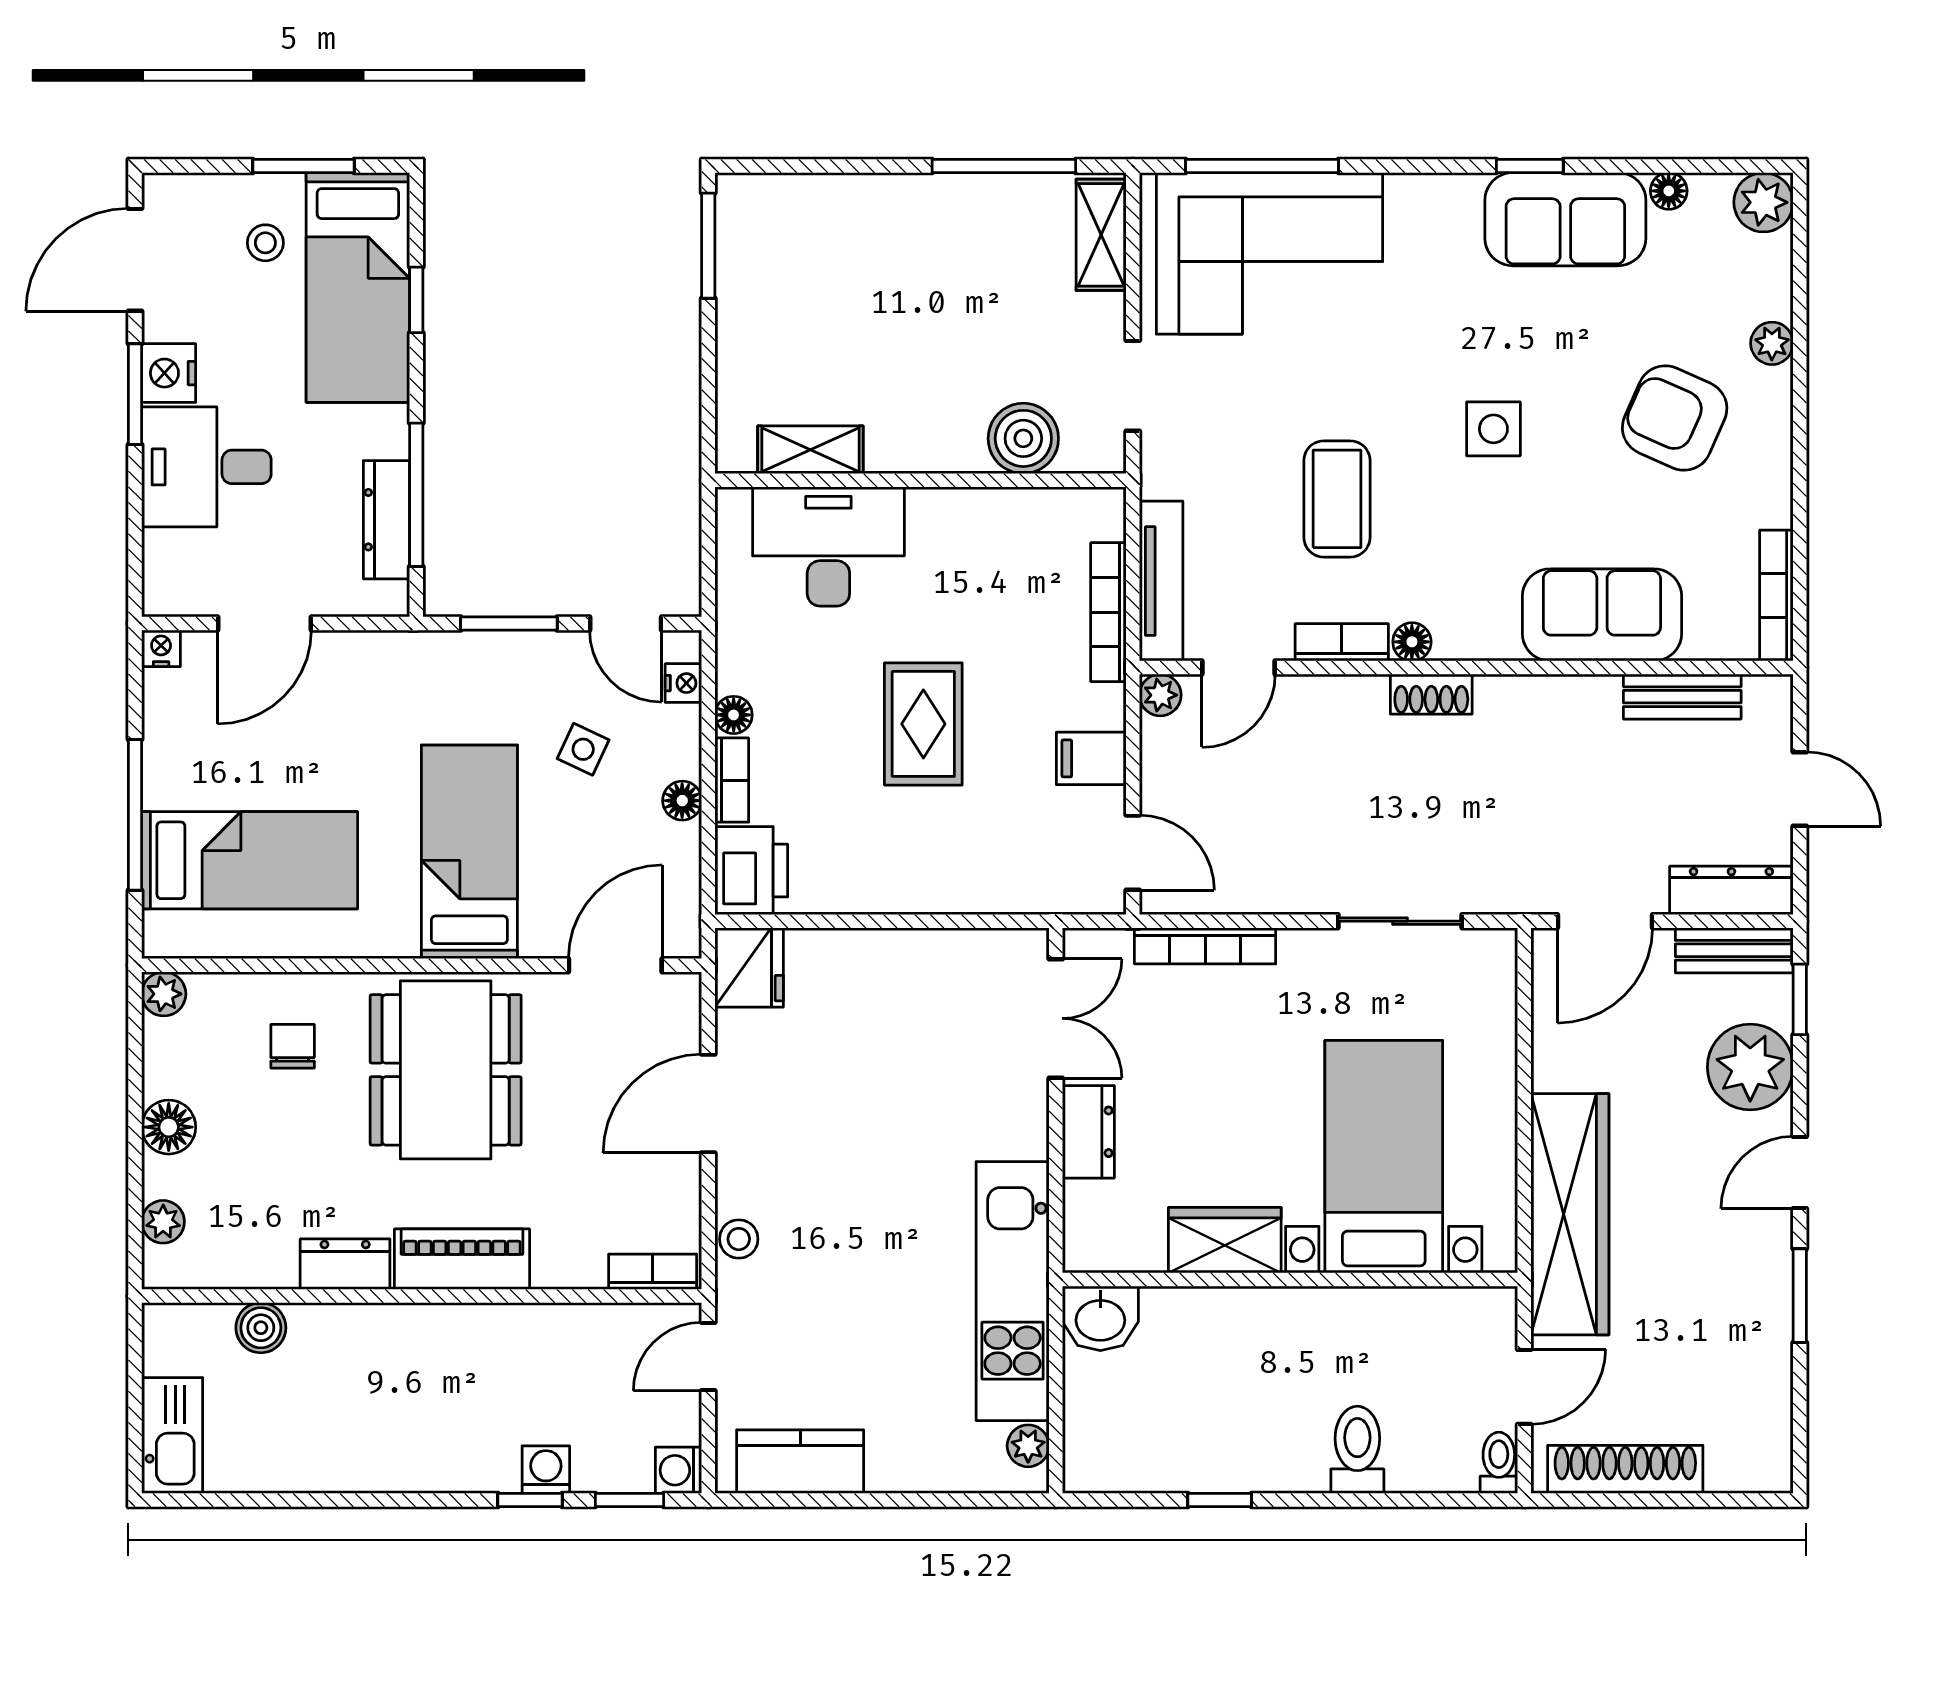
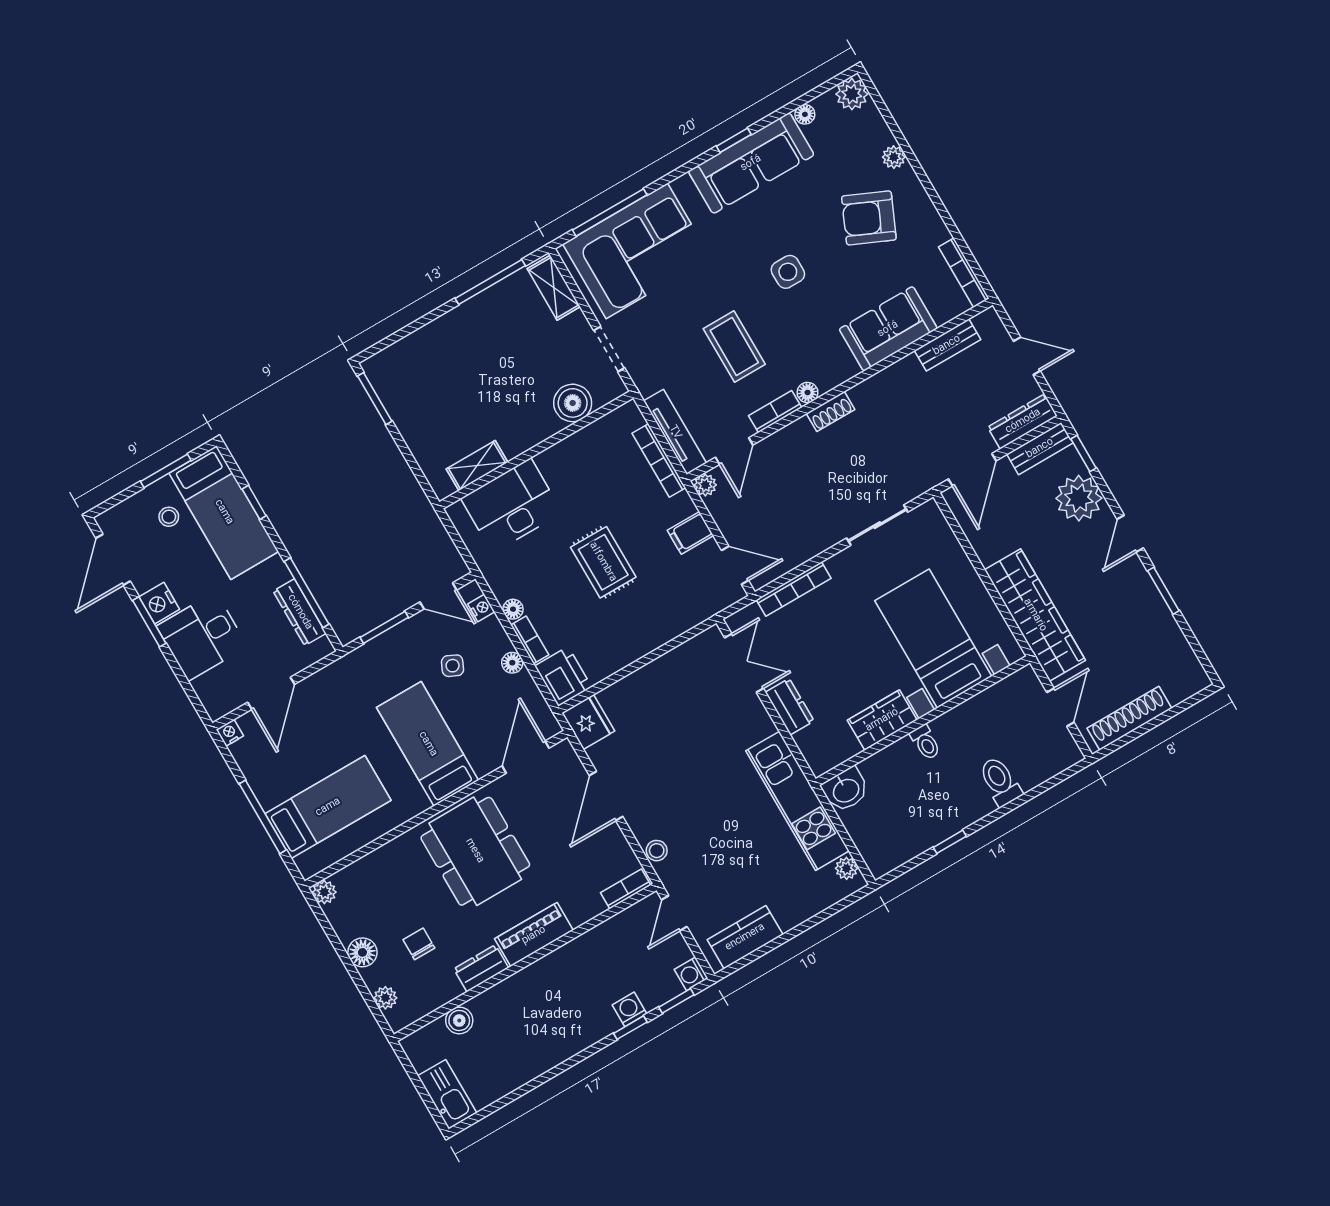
sofa: (1565, 219) -> (751, 163), width x1.36
chair: (293, 1046) -> (419, 944), moved
toilet: (1499, 1463) -> (925, 742), moved, turned 180

